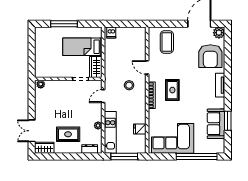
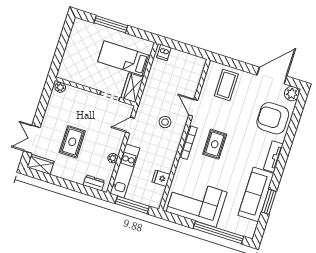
armchair: (210, 56) -> (273, 118), turned 90
sofa: (216, 124) -> (256, 194), width x1.36
rug: (68, 134) -> (72, 142), moved, turned 90

